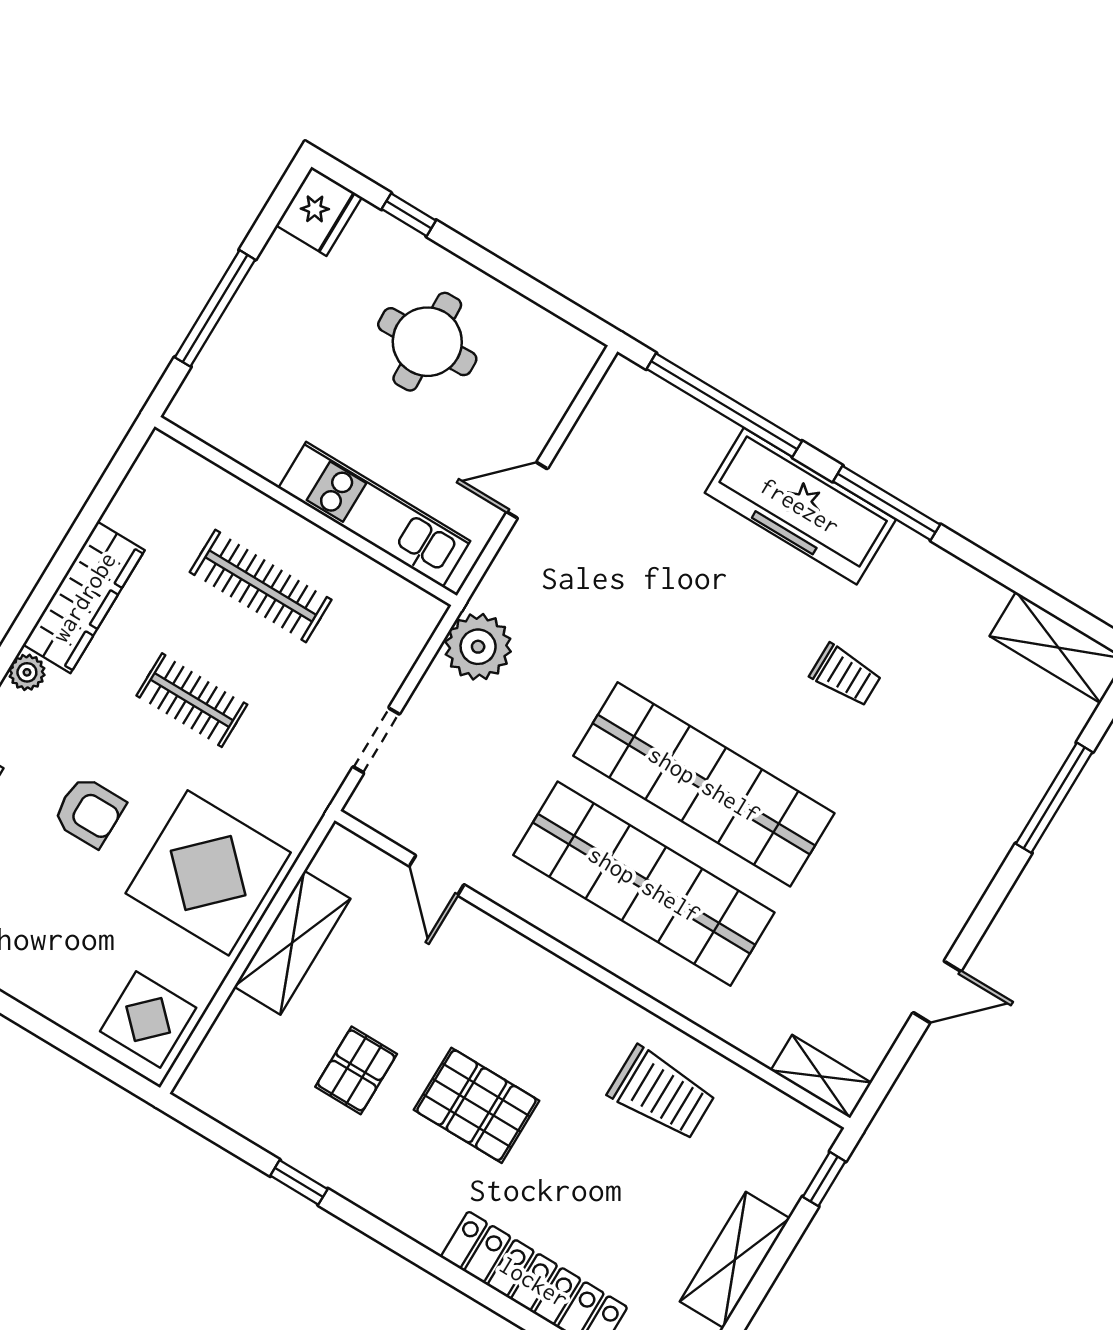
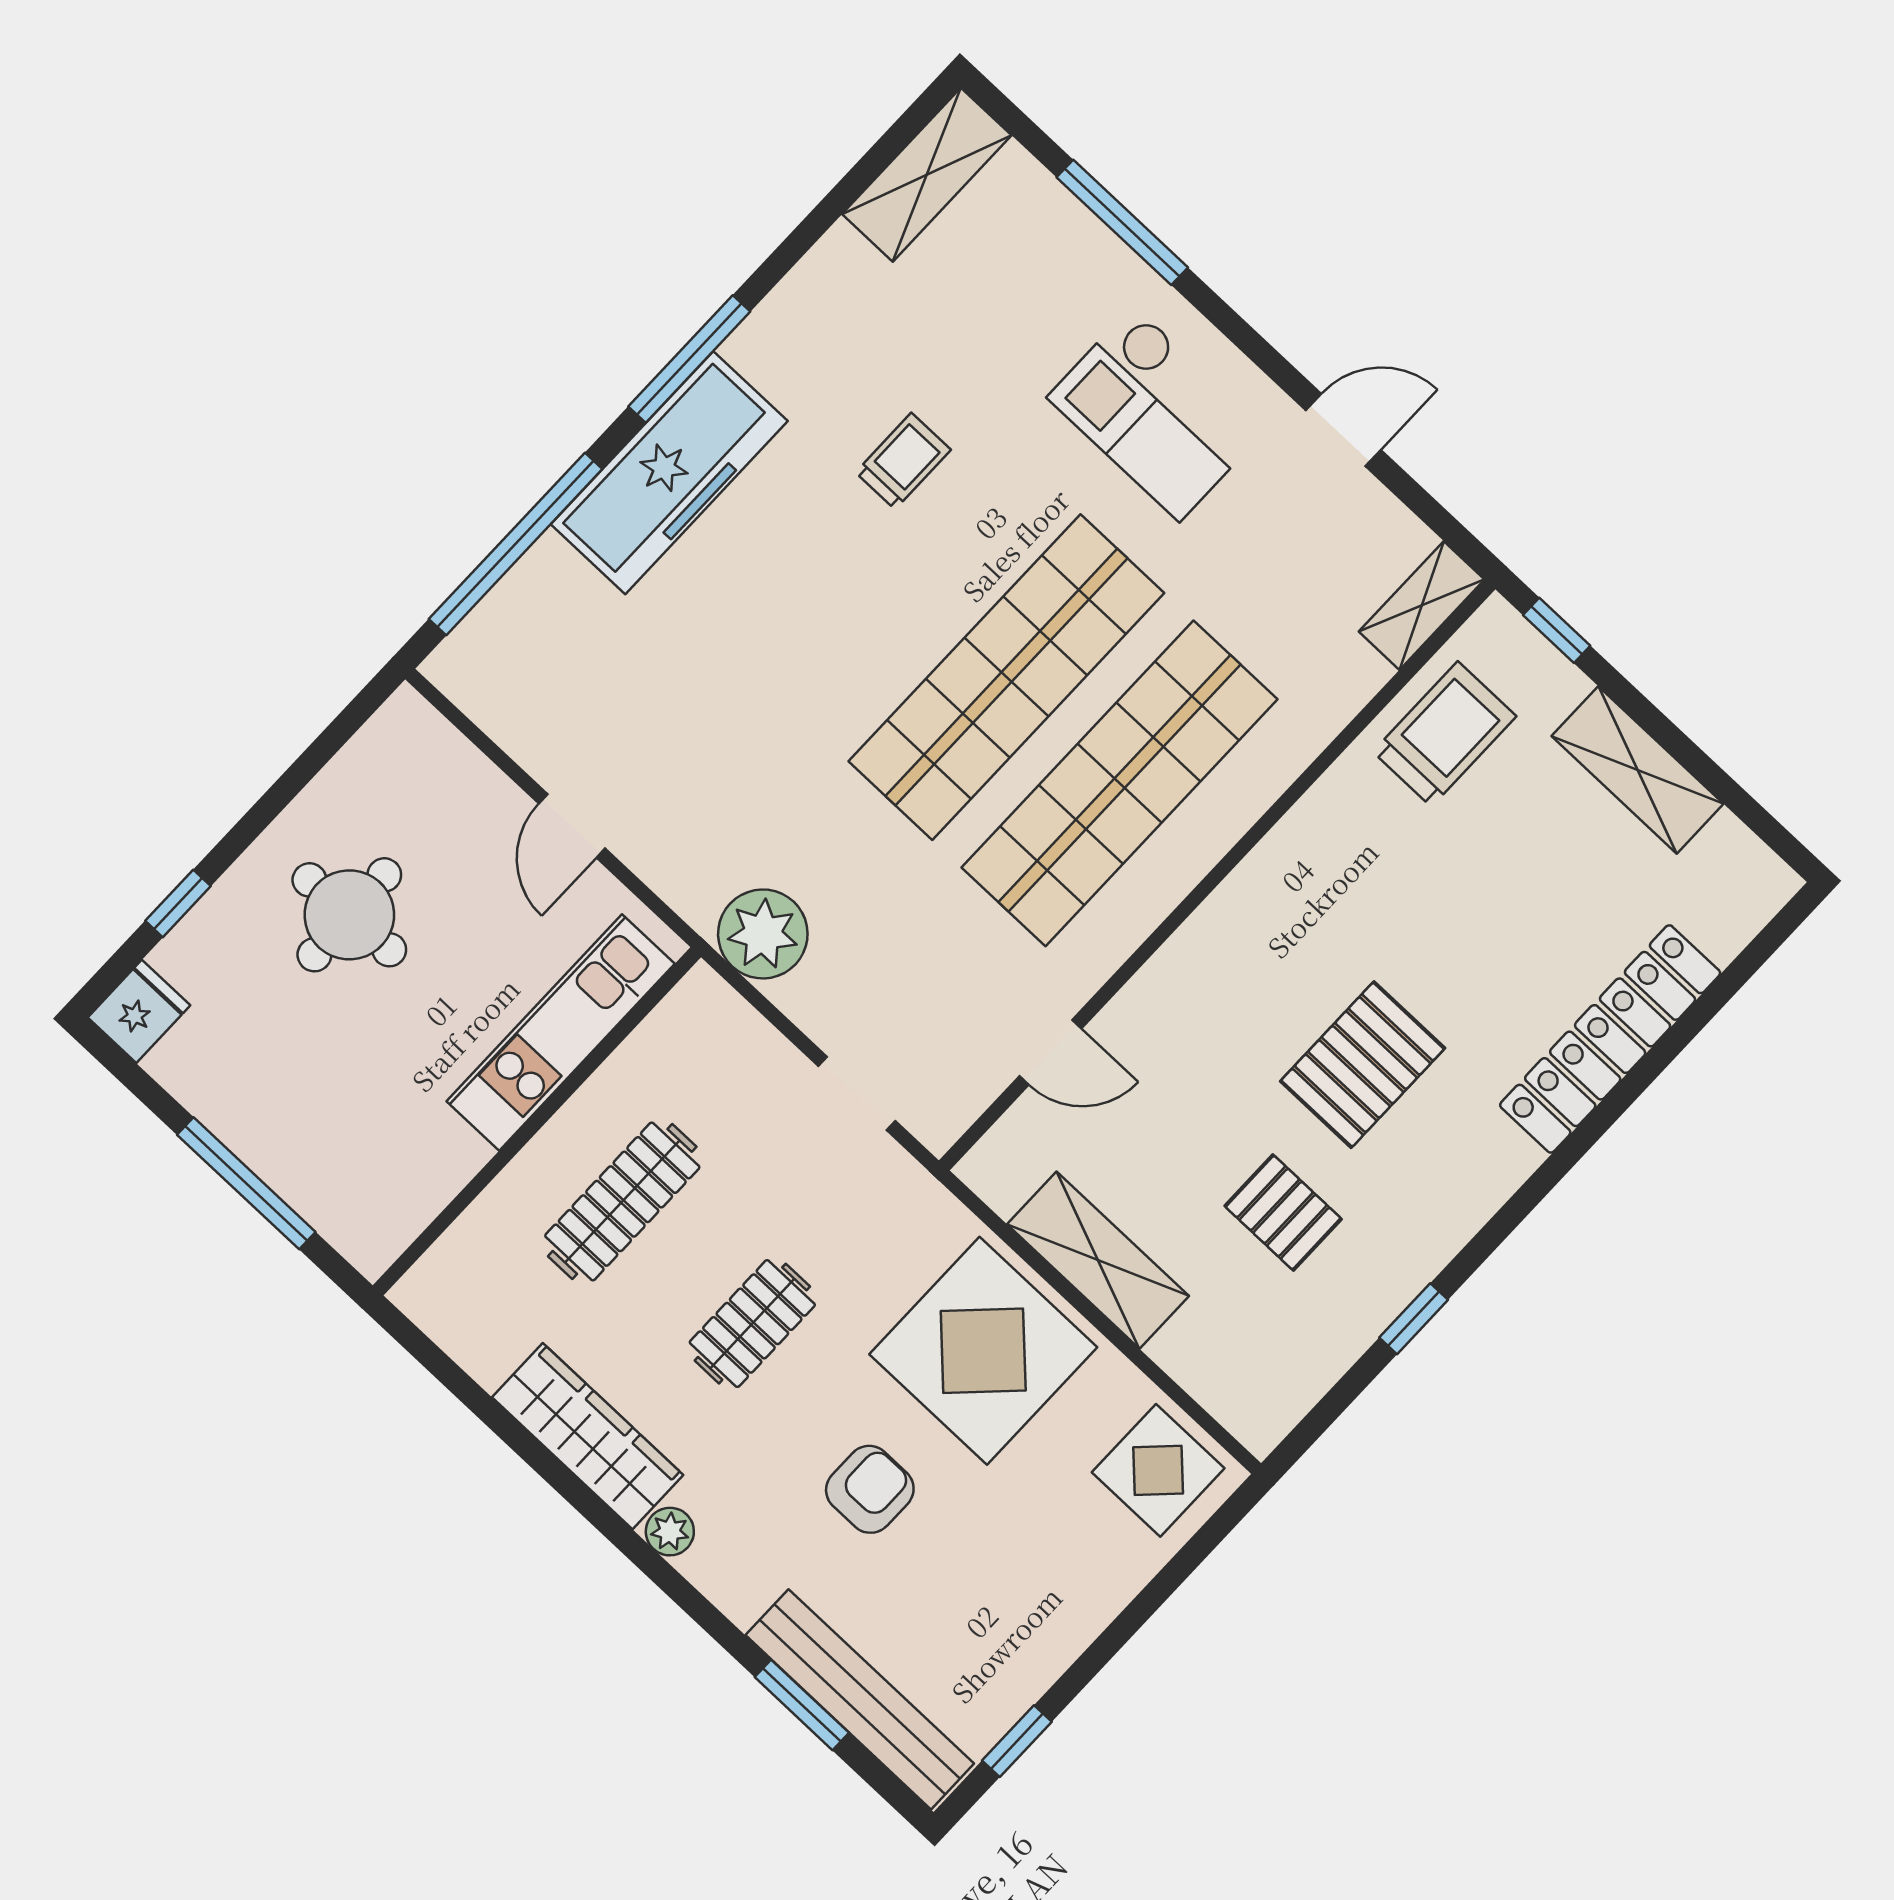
fridge: (319, 211) -> (139, 1011), width x0.72
checkout: (920, 853) -> (1157, 413), added
door: (937, 992) -> (1343, 430), hinge flipped
trolley: (662, 1093) -> (1445, 734), moved

